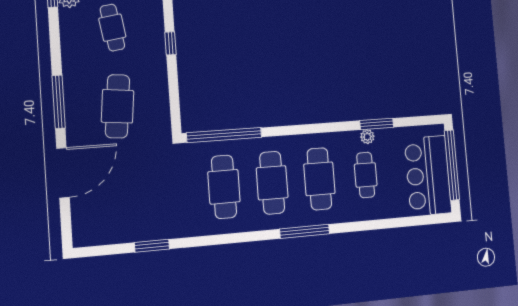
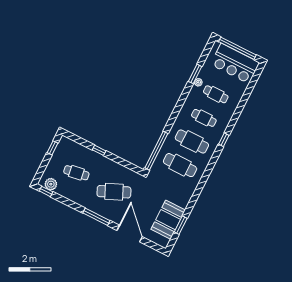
cafe table: (117, 106) -> (114, 192), turned -30
cafe table: (319, 179) -> (204, 118), width x0.73, depth x0.74
booth: (124, 222) -> (168, 220), added
window: (305, 231) -> (224, 140), width x0.46
window: (152, 246) -> (181, 225), moved

